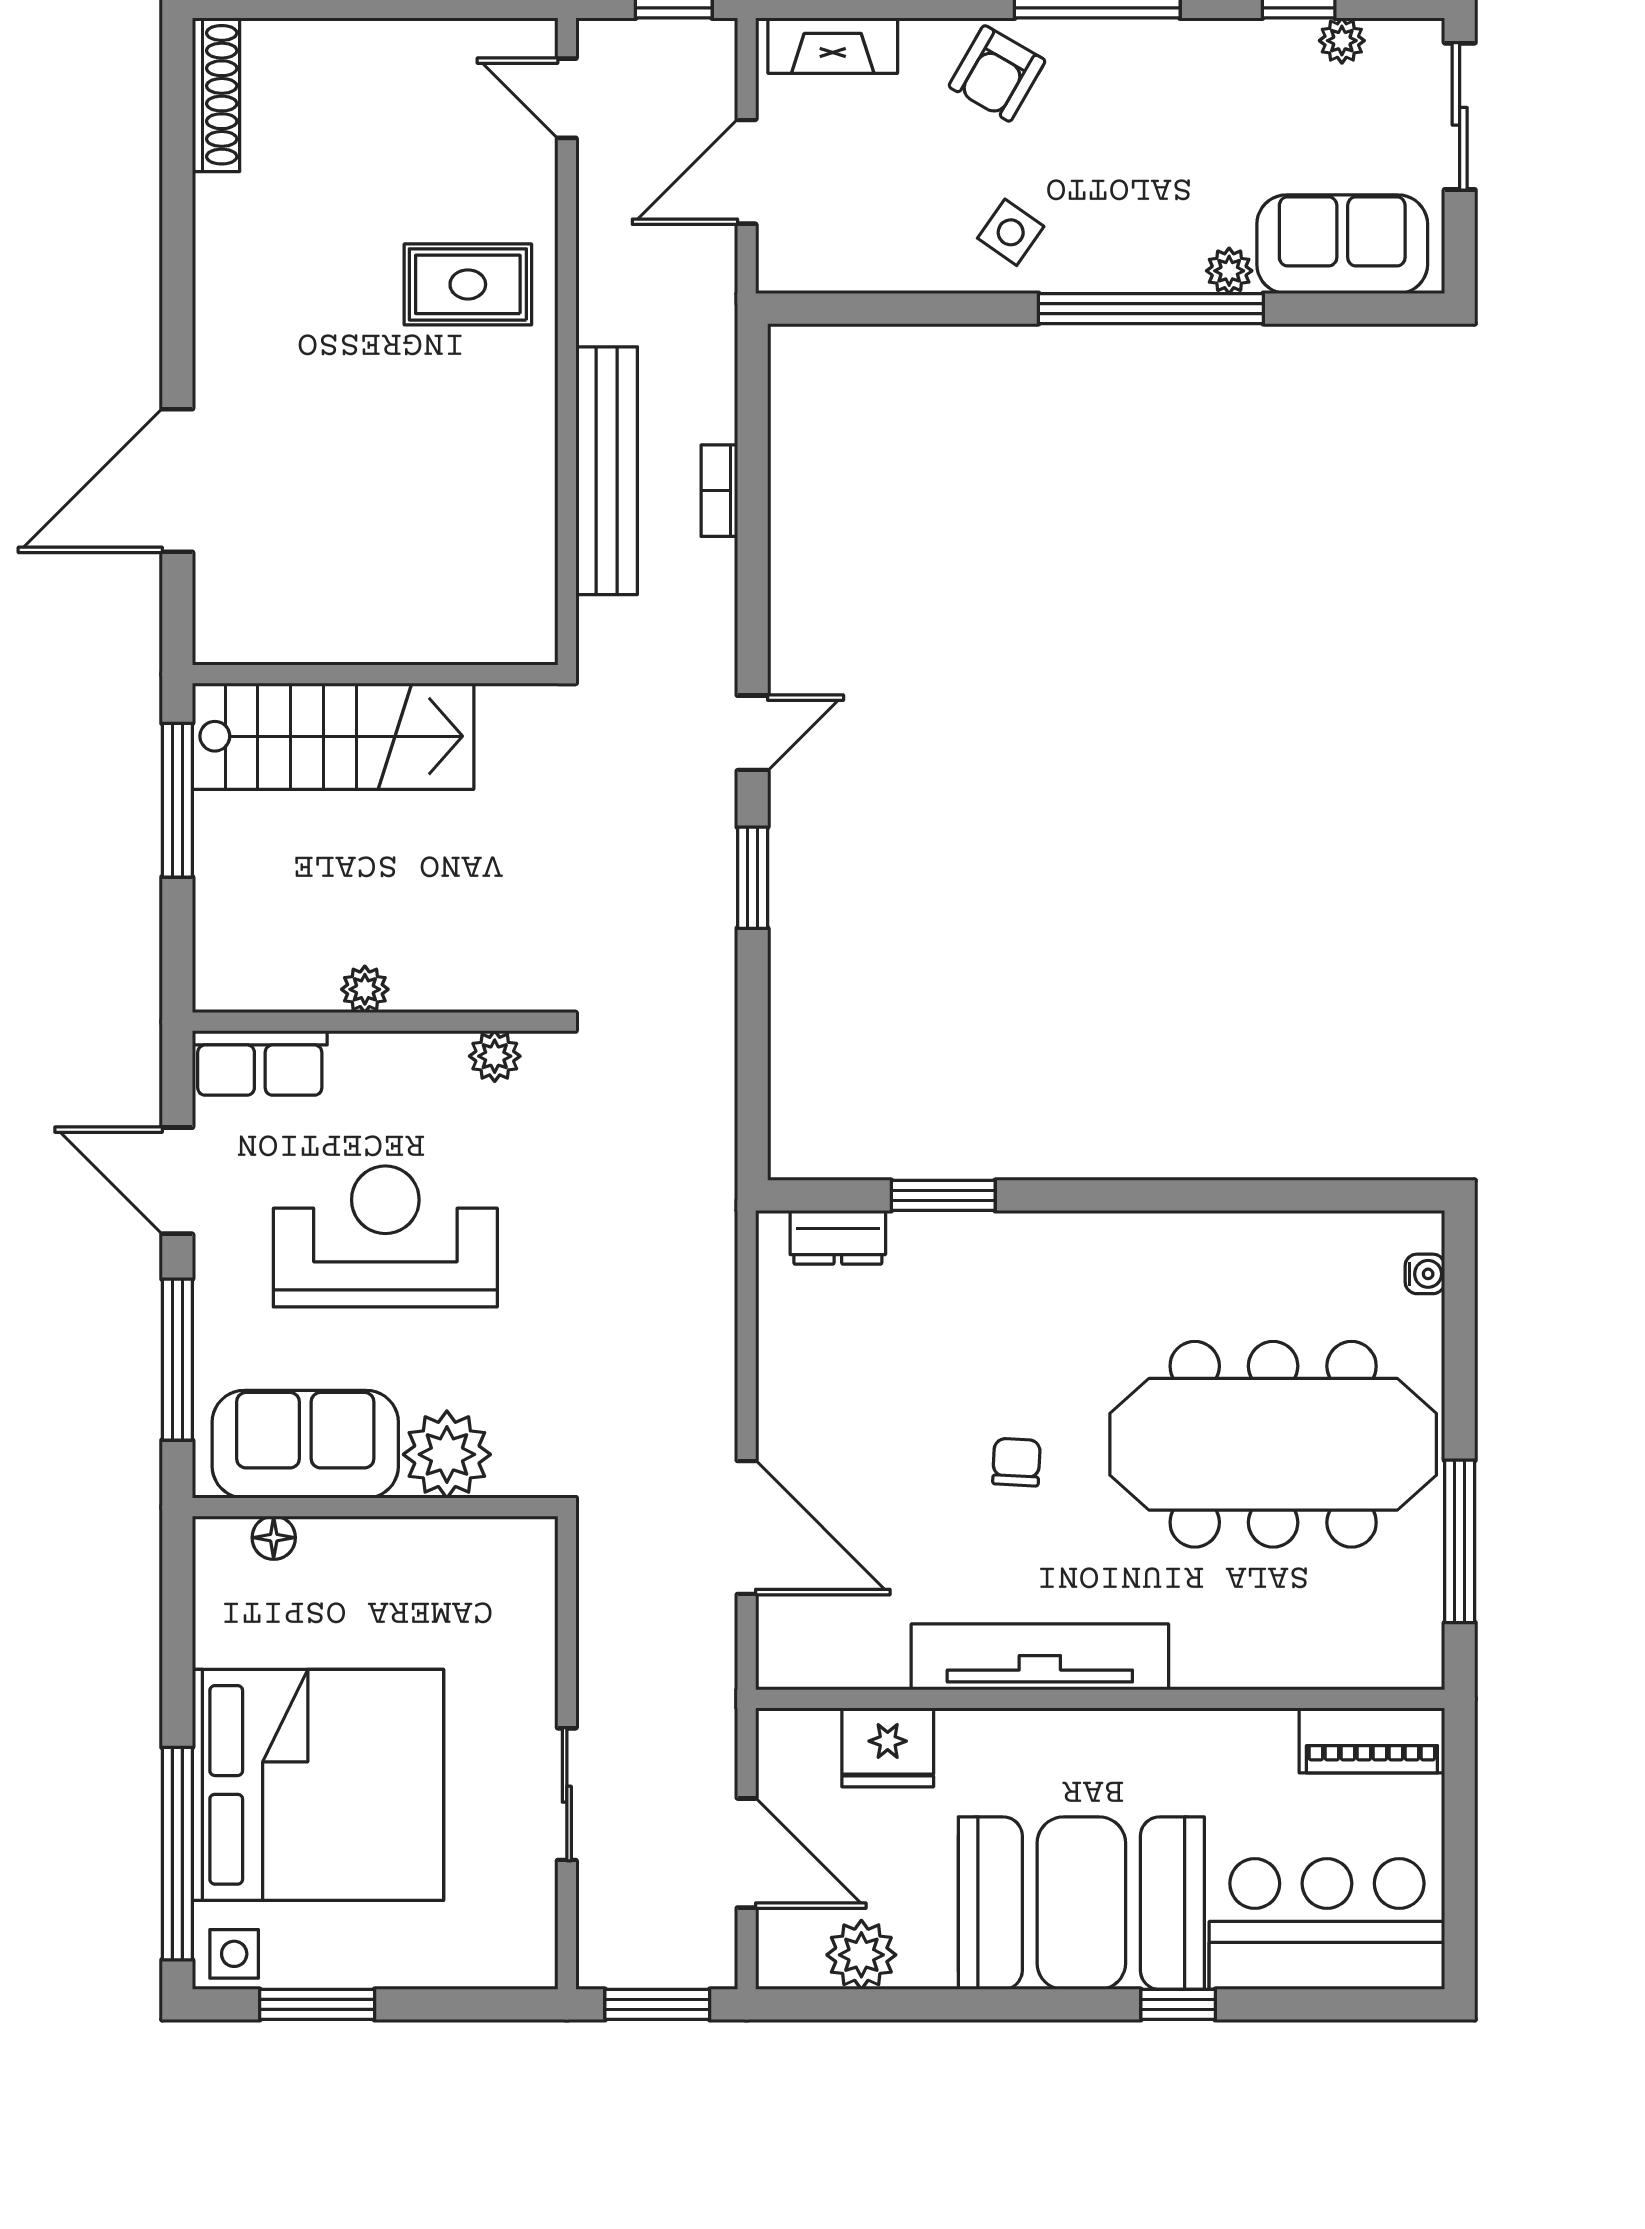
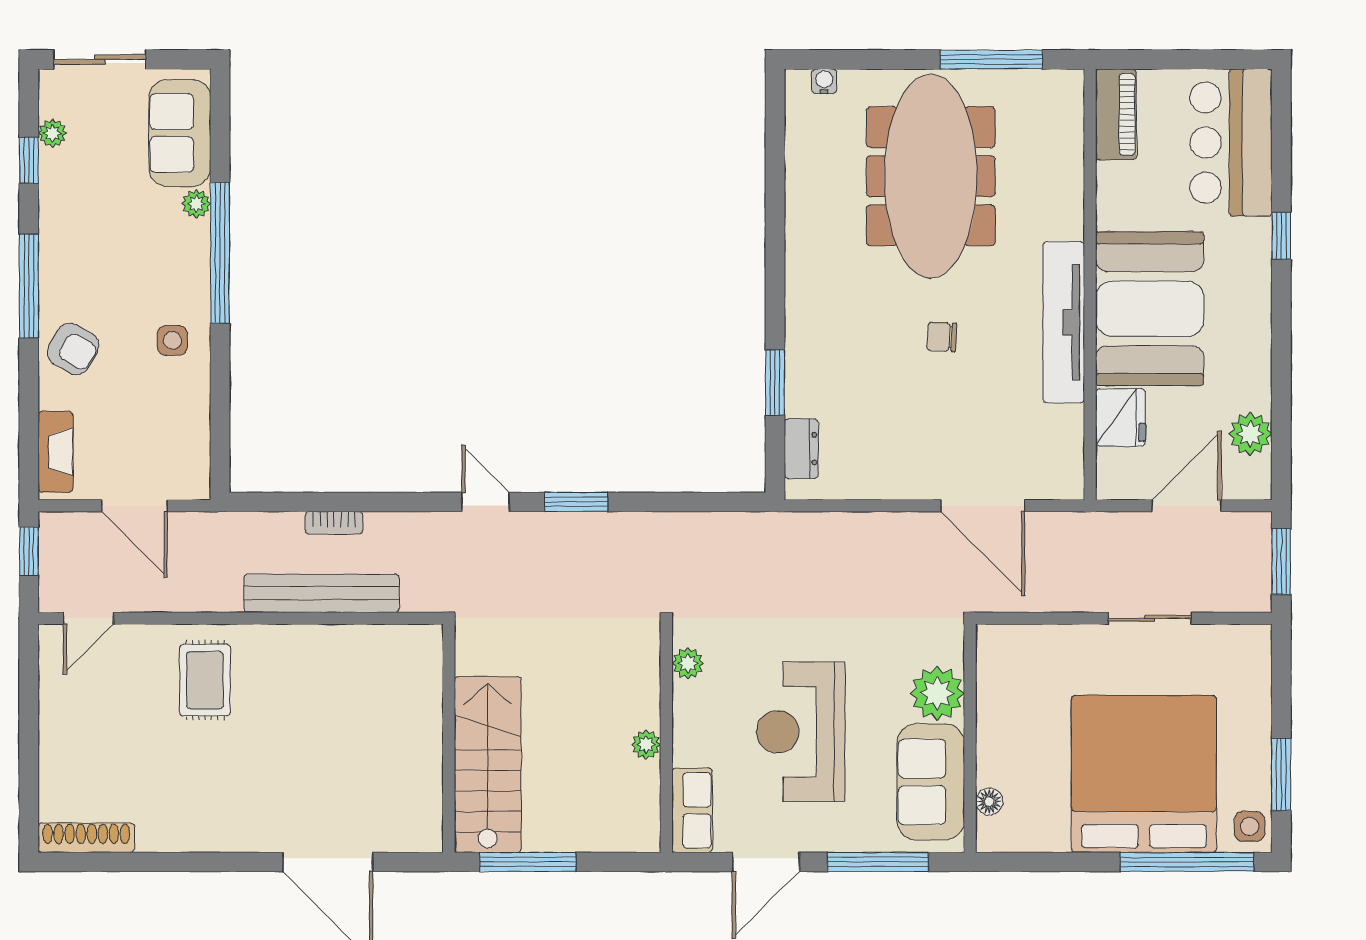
side table: (1011, 232) -> (172, 340), turned -35
door: (747, 1527) -> (983, 506), swing flipped
booth: (1081, 1903) -> (1150, 309), moved

